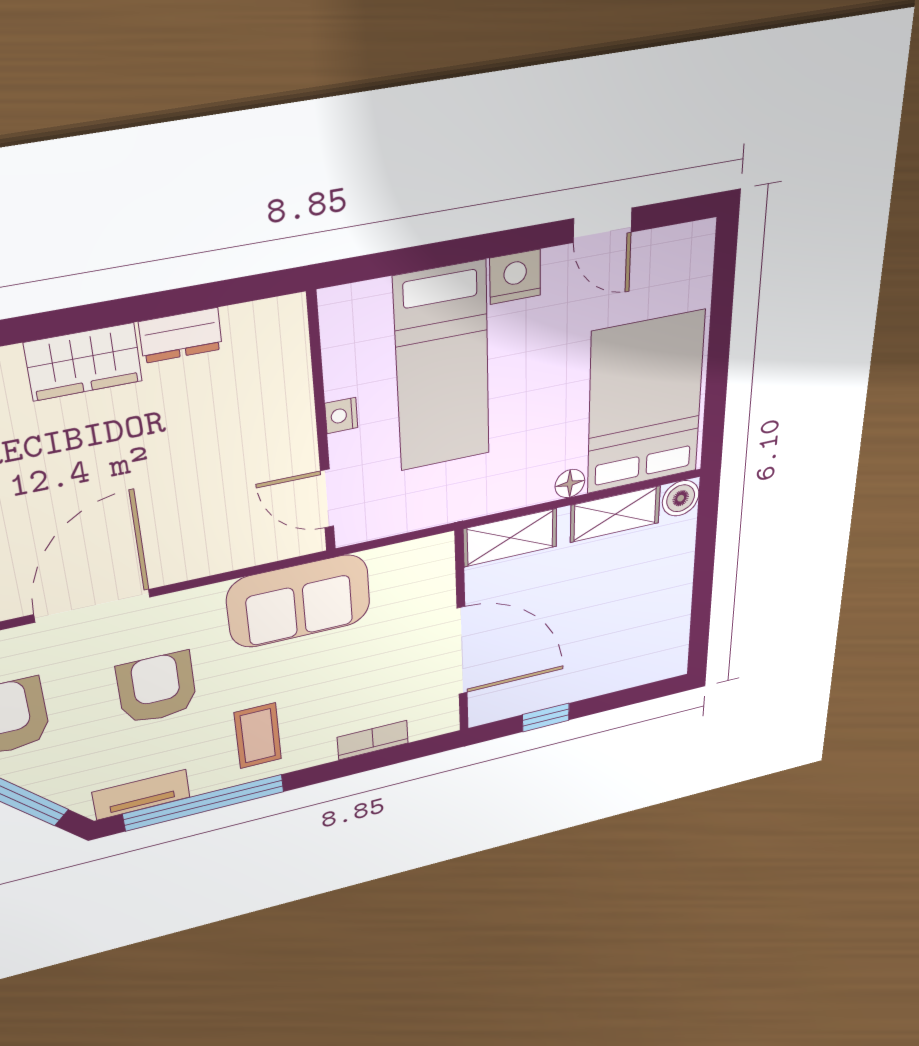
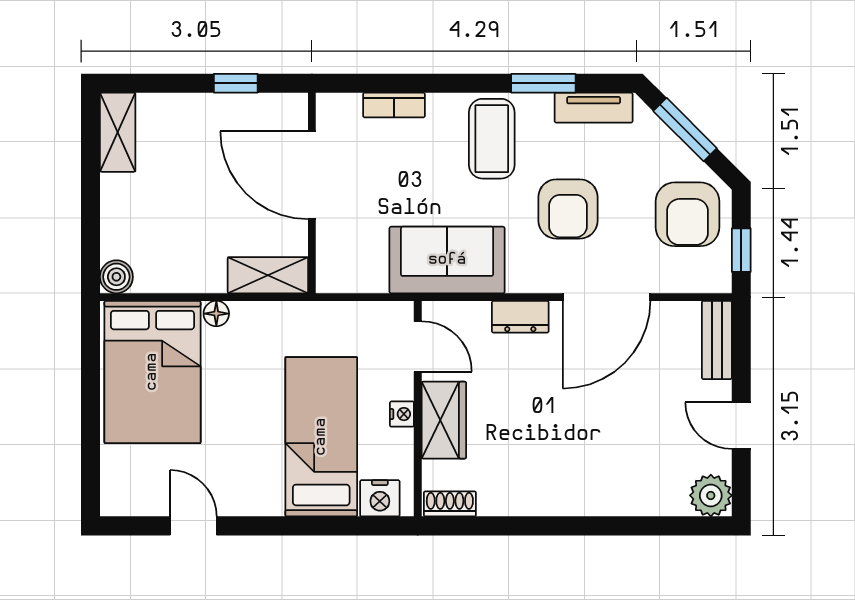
nightstand: (515, 277) -> (380, 498), moved
shoe rack: (269, 315) -> (450, 504), added
dresser: (181, 335) -> (520, 317), moved, turned 180
wardrobe: (83, 362) -> (444, 420), moved, turned 90
shelving: (615, 514) -> (118, 132), moved, turned 90
coffee table: (258, 736) -> (492, 139), width x1.36, depth x1.30
window: (204, 803) -> (543, 83), width x0.47

